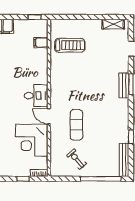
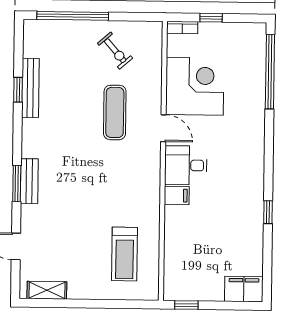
filing cabinet: (41, 43) -> (177, 195), moved
treadmill: (70, 45) -> (125, 254), turned -90
bench: (124, 160) -> (30, 88), moved

